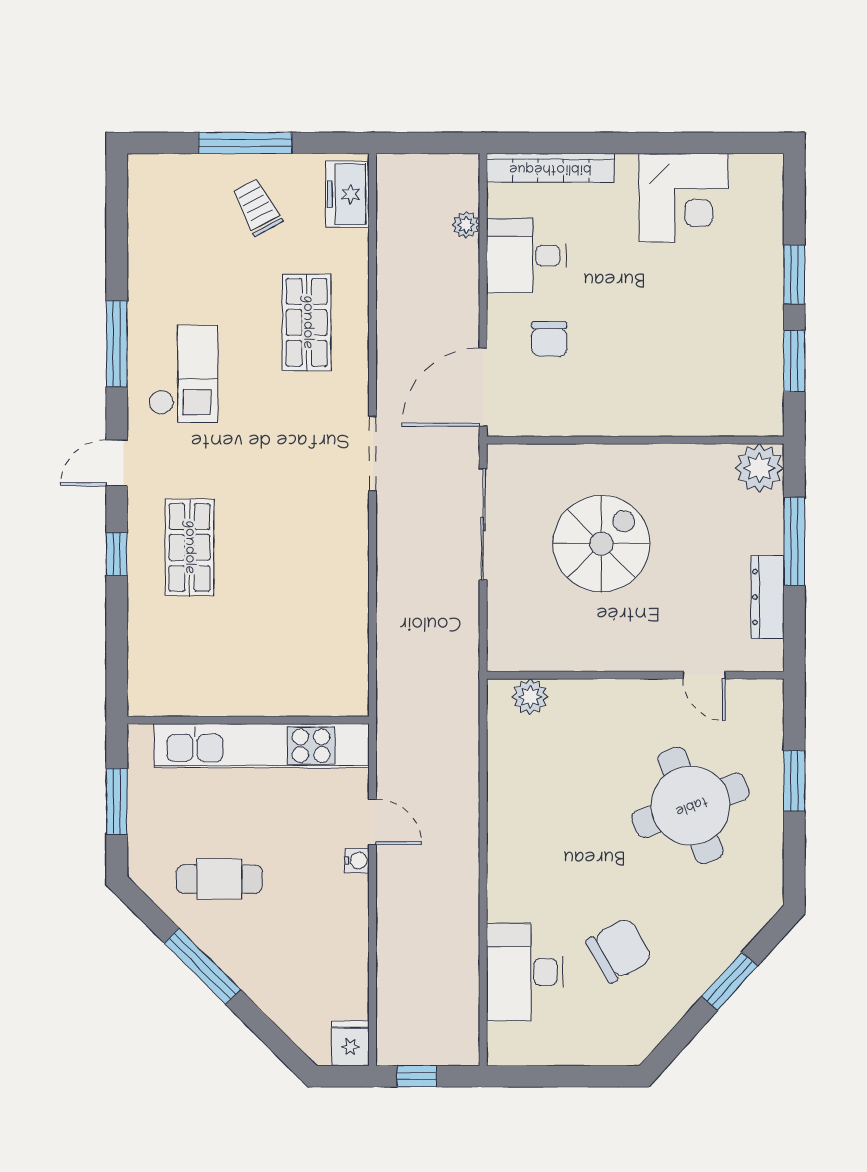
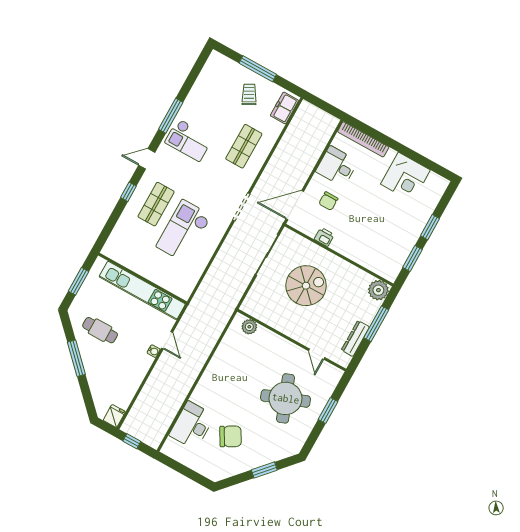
plant: (466, 225) -> (321, 143), removed
checkout: (183, 374) -> (189, 140), turned 90
printer: (583, 419) -> (324, 237), added
checkout: (280, 572) -> (184, 231), added

